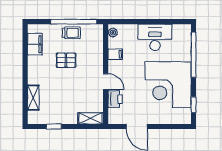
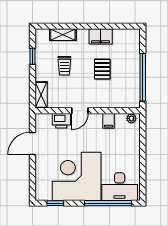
trolley: (71, 33) -> (64, 66), moved
desk: (155, 37) -> (120, 187), moved, turned 90
filing cabinet: (35, 44) -> (101, 36), moved

